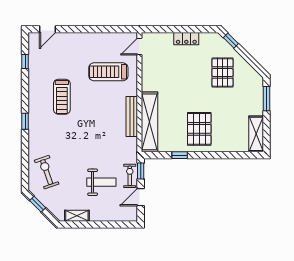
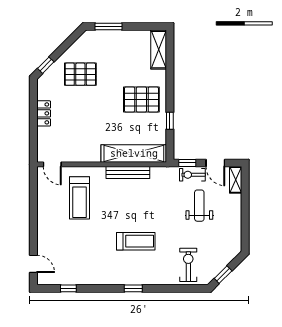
treadmill: (62, 97) -> (136, 241), moved
shelving: (256, 134) -> (159, 50), moved, turned 90
exercise bike: (47, 172) -> (188, 265), turned 109
shelving: (77, 216) -> (236, 180), moved

